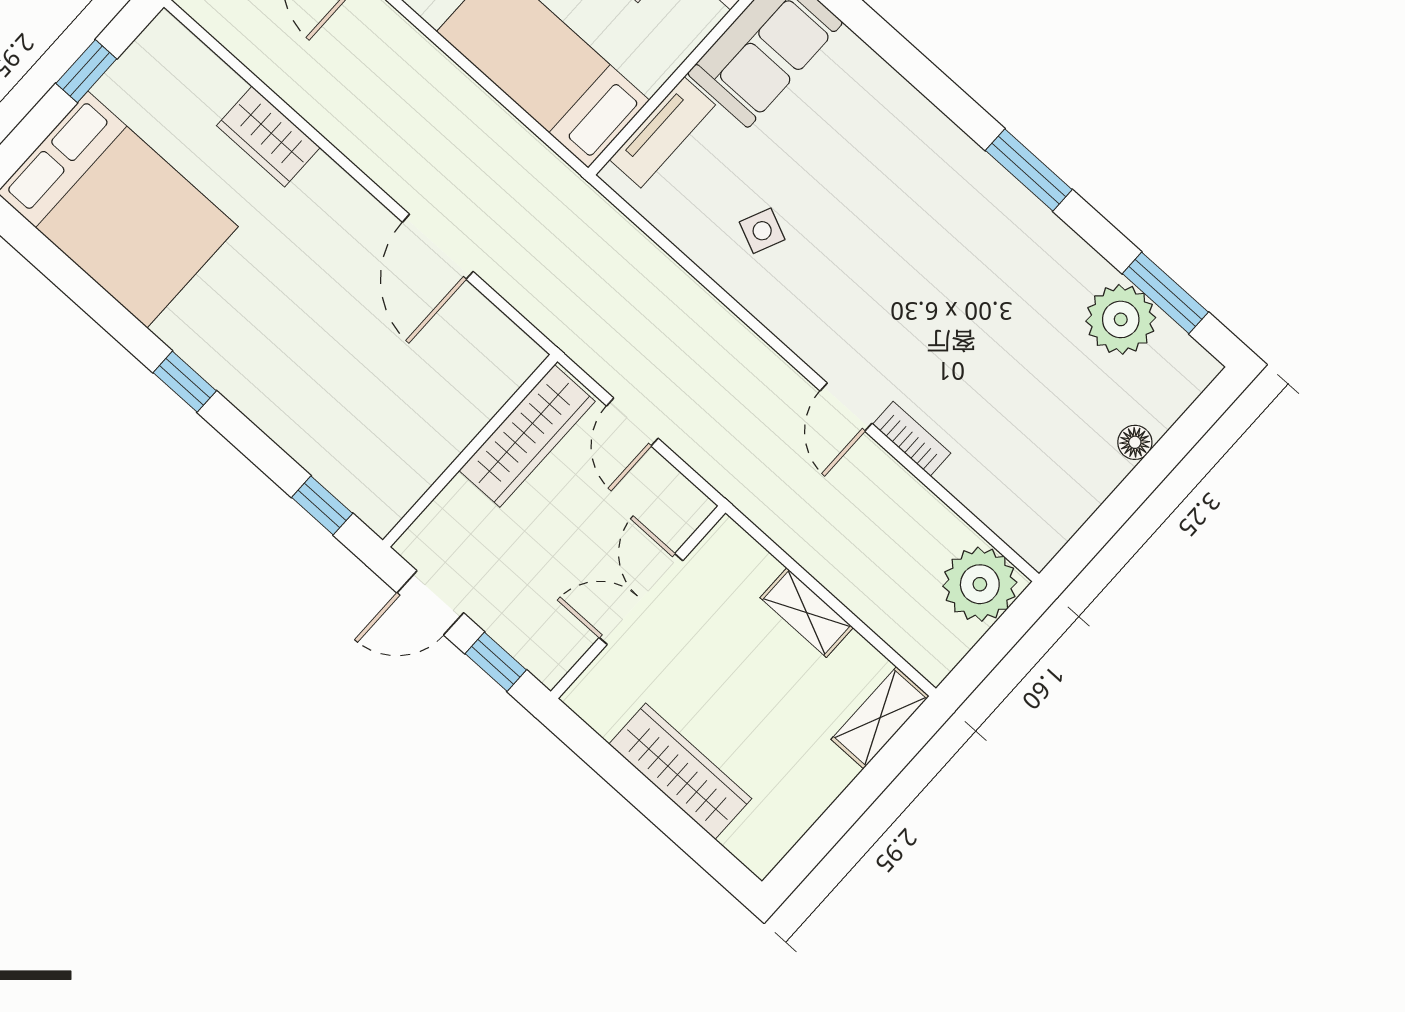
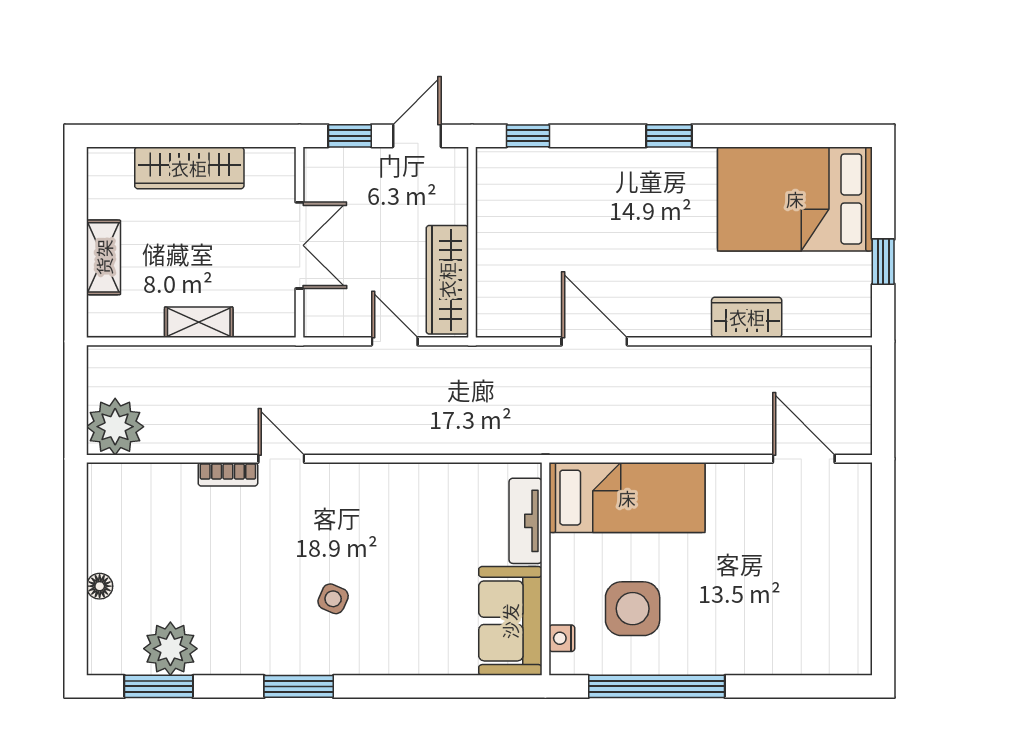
side table: (762, 231) -> (333, 599), moved
shelving: (880, 718) -> (104, 257), moved

